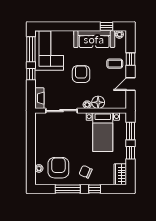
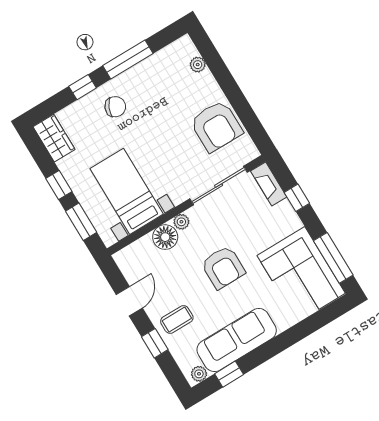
window: (31, 74) -> (297, 198), moved
armchair: (58, 168) -> (216, 126), moved

